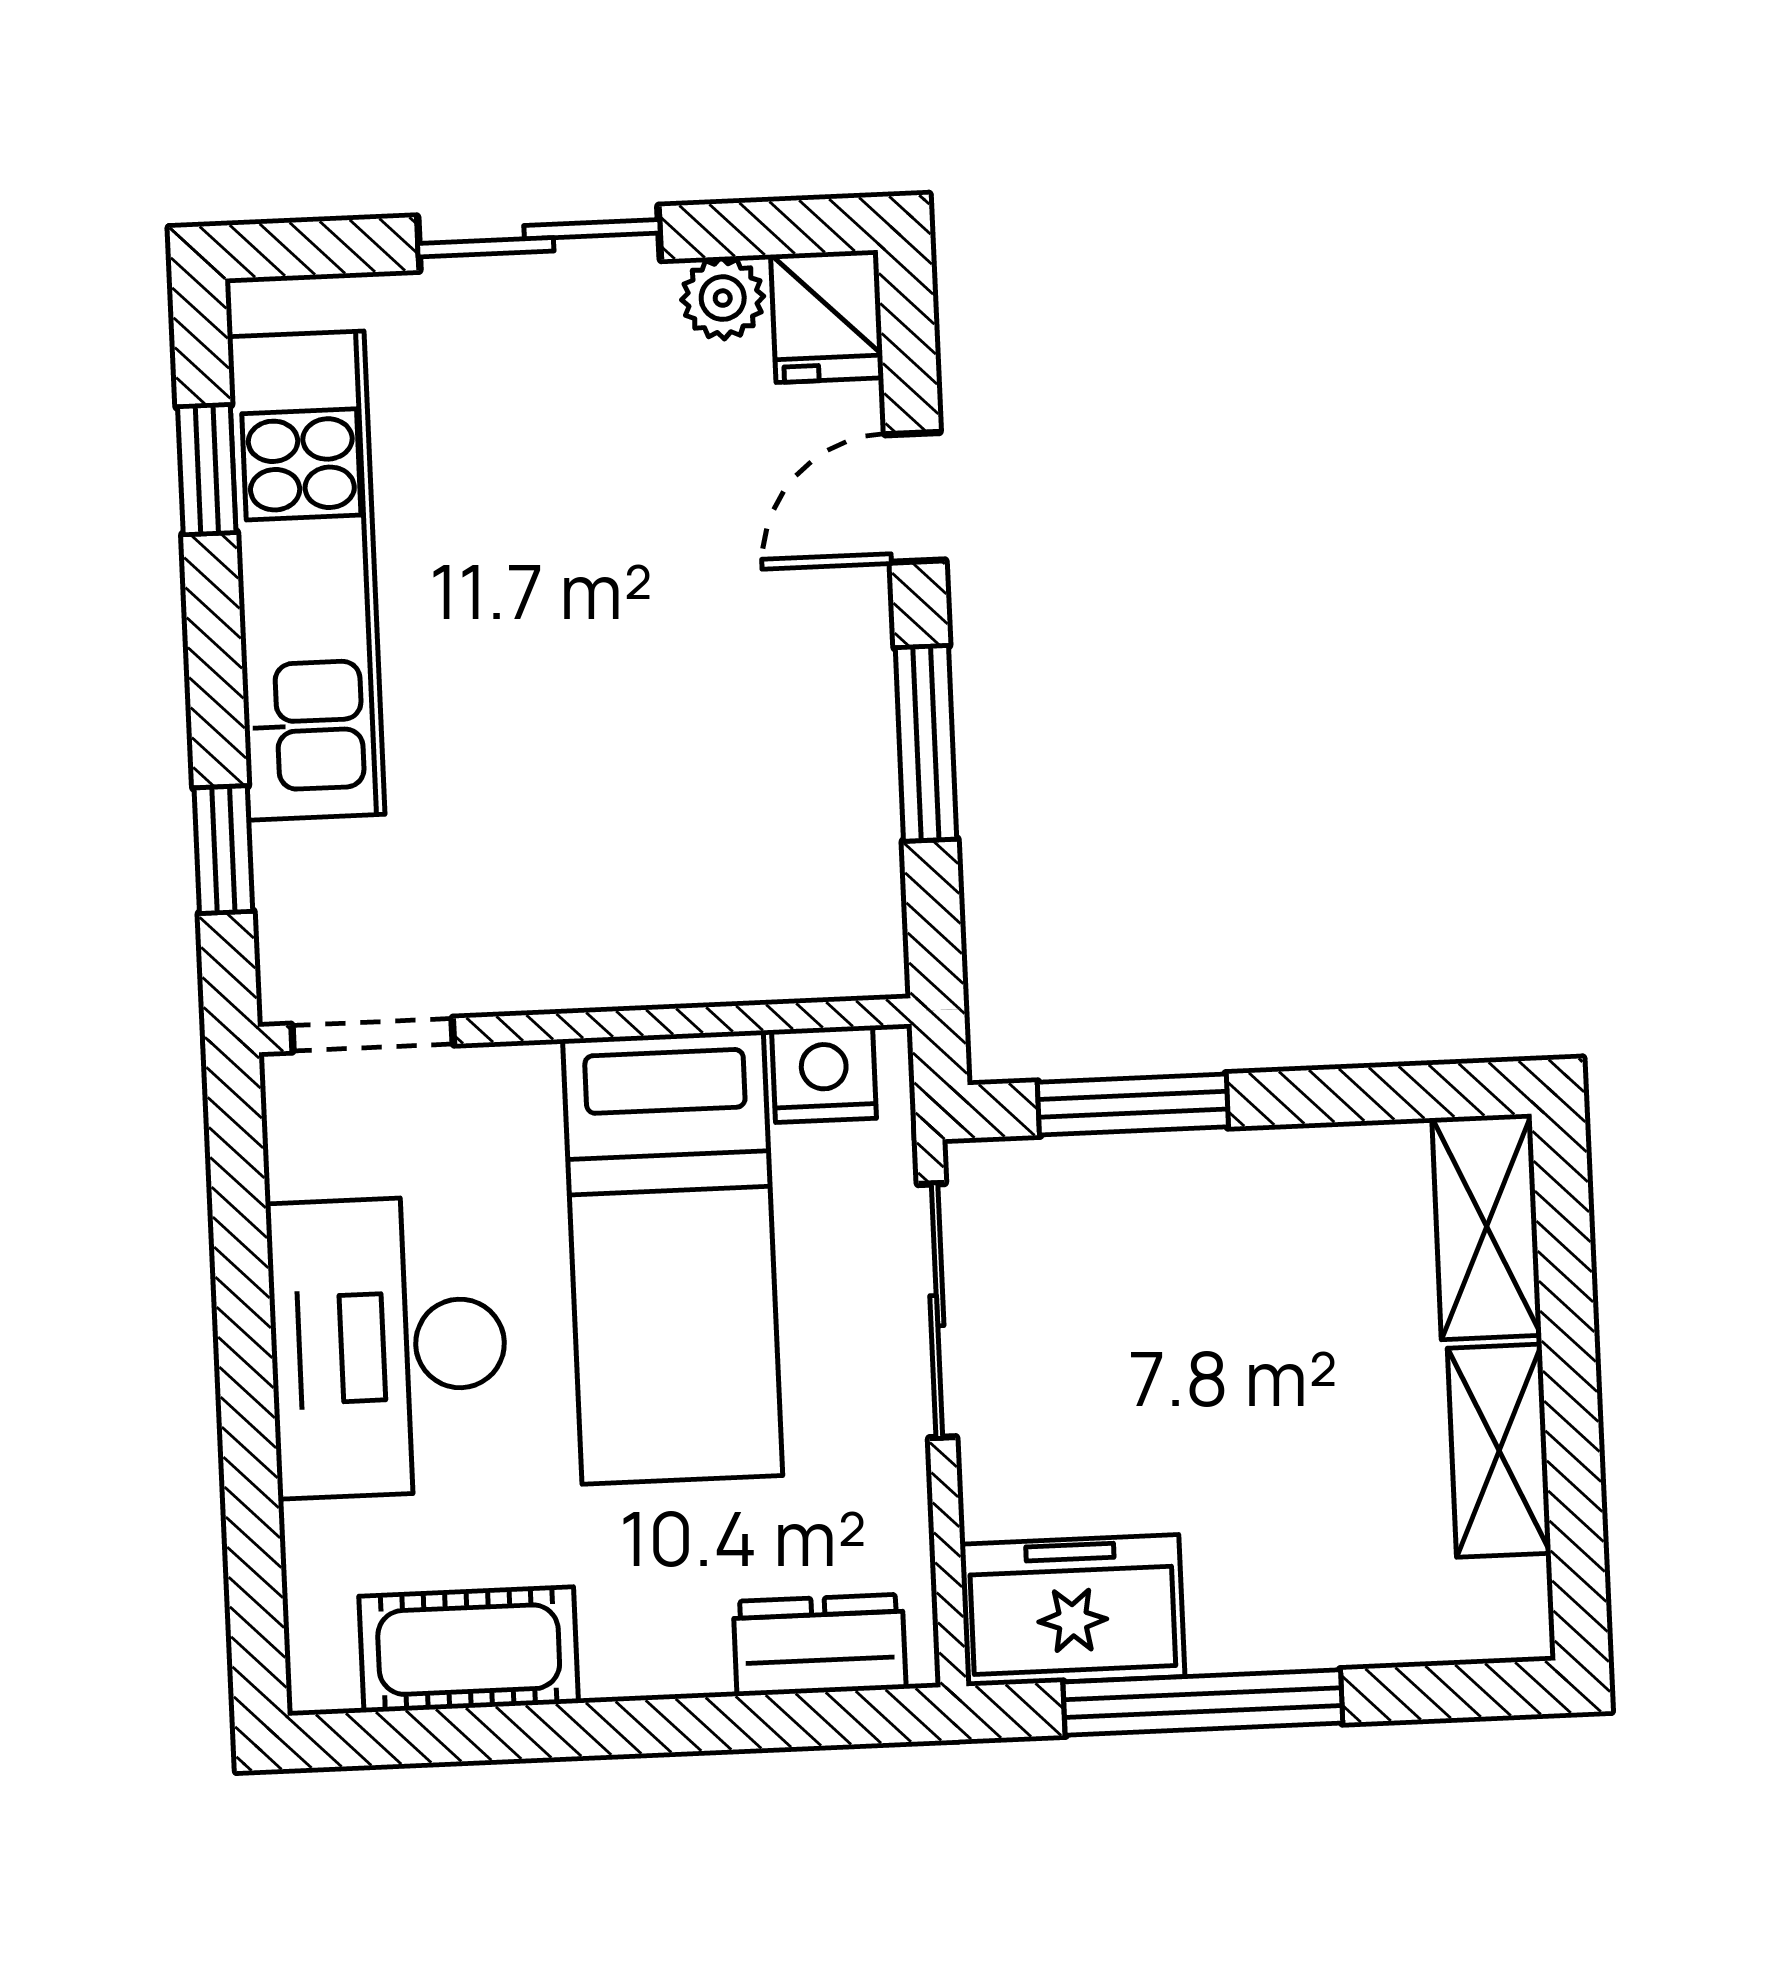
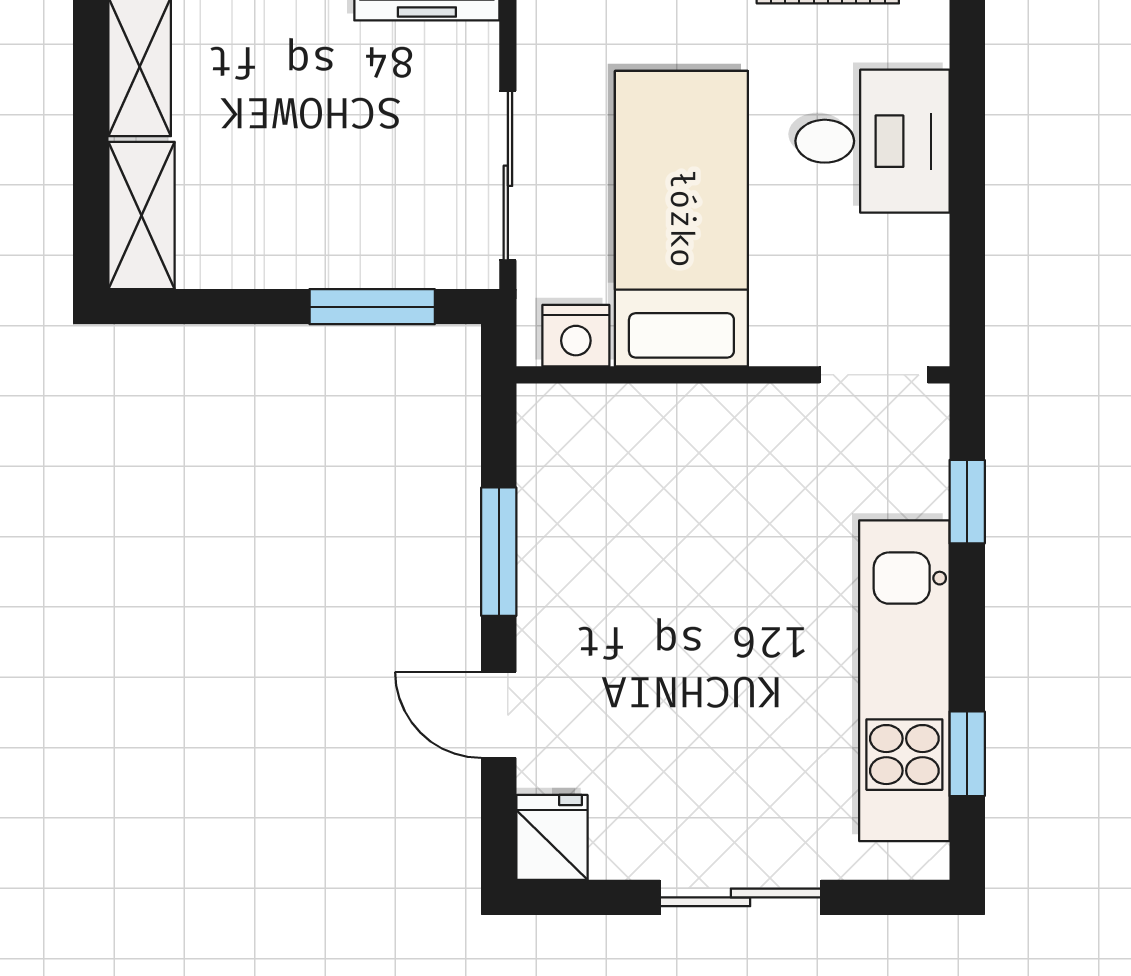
plant: (723, 298) -> (621, 853), removed
door: (915, 497) -> (499, 715), swing flipped
desk: (388, 1347) -> (873, 141), width x0.73

